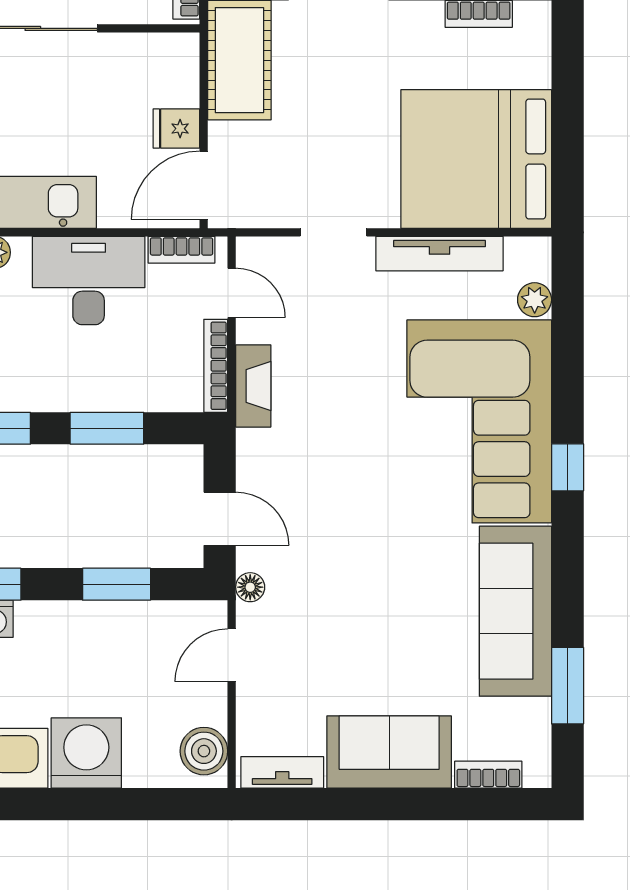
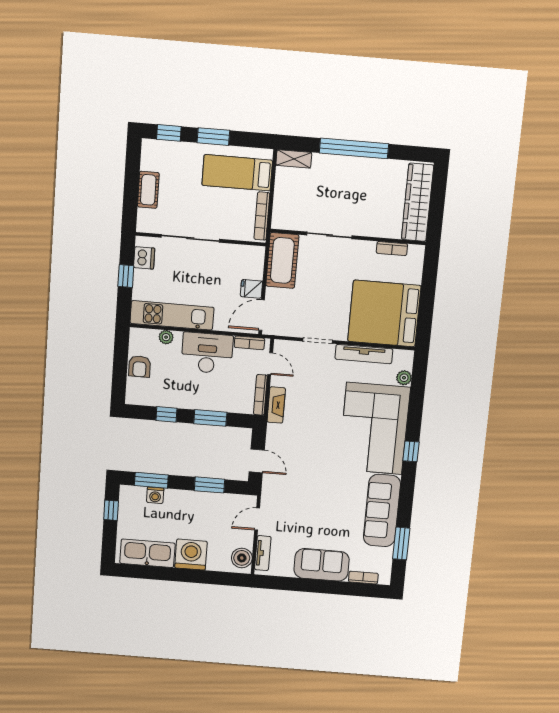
floor lamp: (250, 587) -> (268, 491), removed
tv unit: (282, 772) -> (263, 553), moved, turned 90

